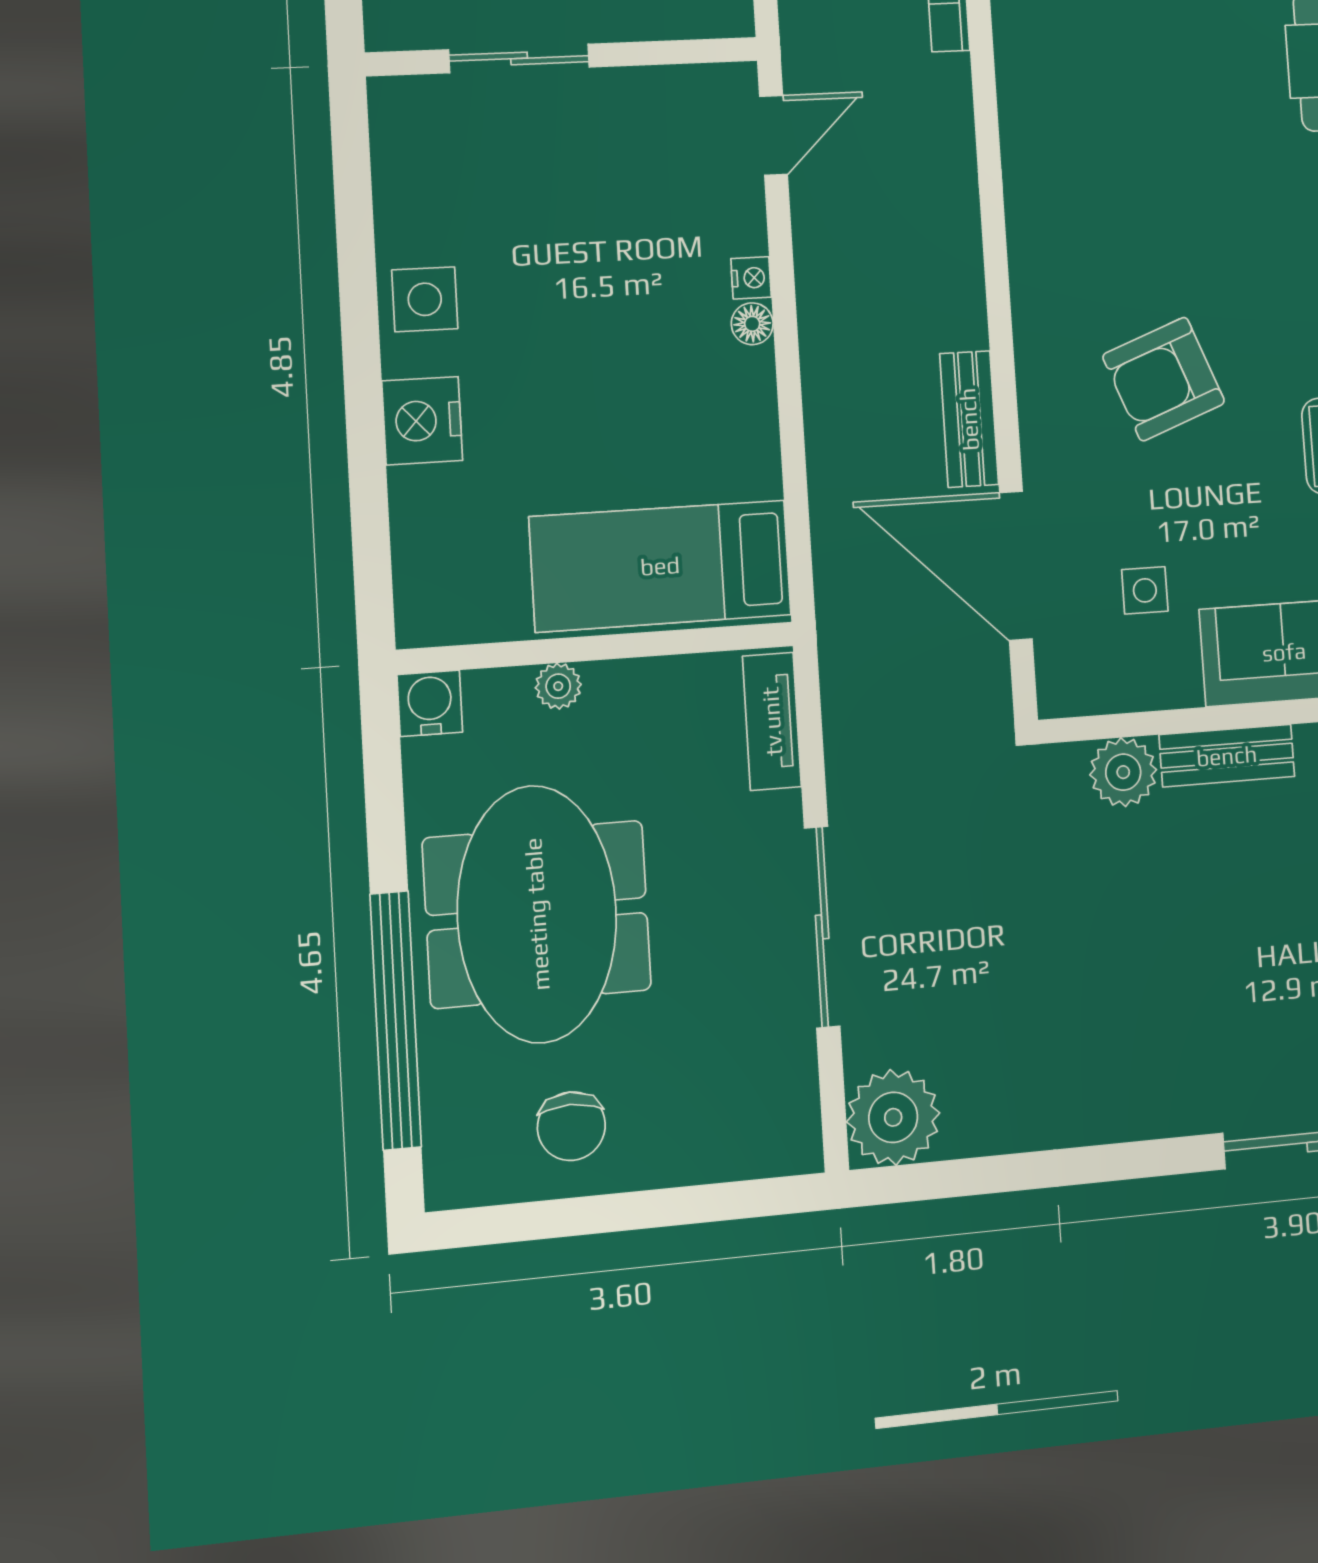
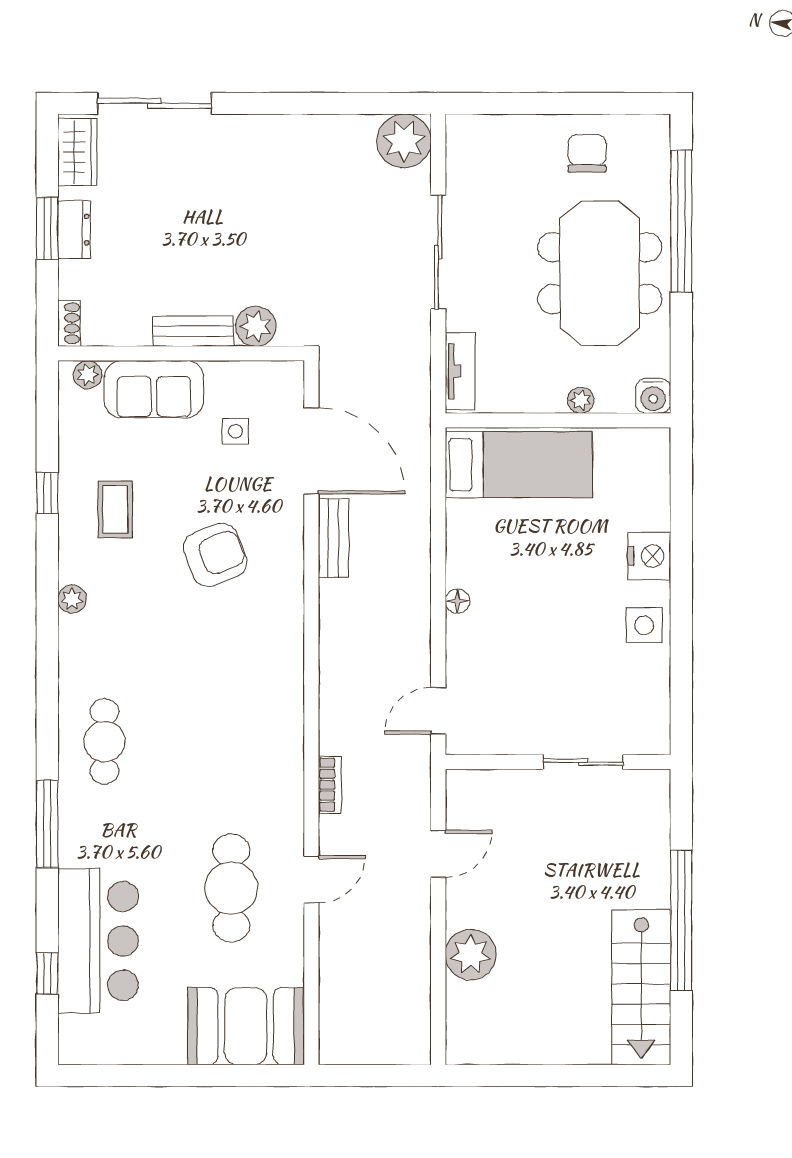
nightstand: (751, 278) -> (456, 628), removed

